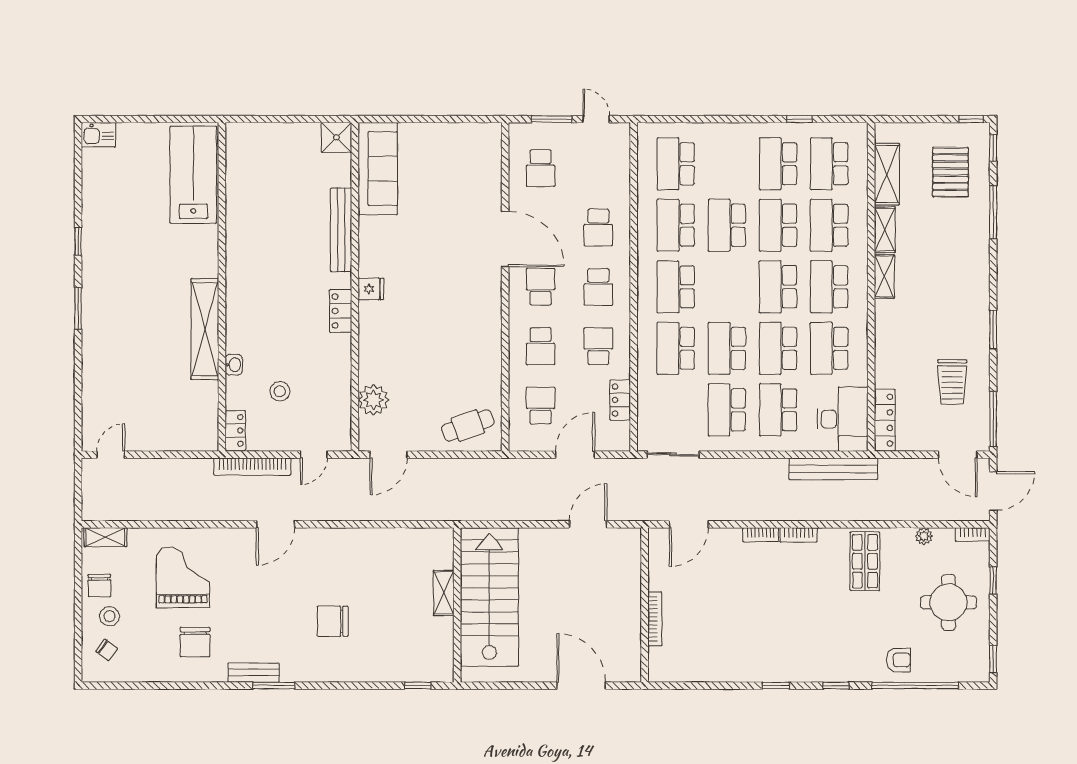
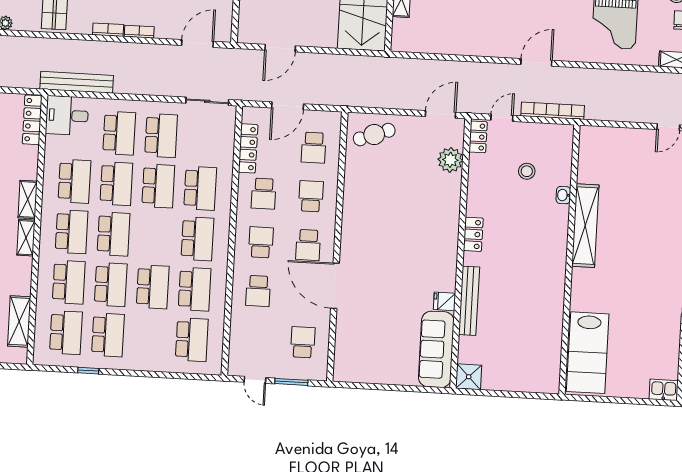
school desk: (598, 227) -> (258, 291), turned 180
shelving: (885, 230) -> (28, 199), moved
fridge: (371, 289) -> (445, 301), moved
locker: (620, 400) -> (248, 148), width x1.53
desk: (843, 419) -> (67, 115), width x0.73
locker: (235, 430) -> (478, 137), moved, turned 180

